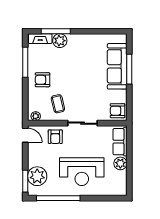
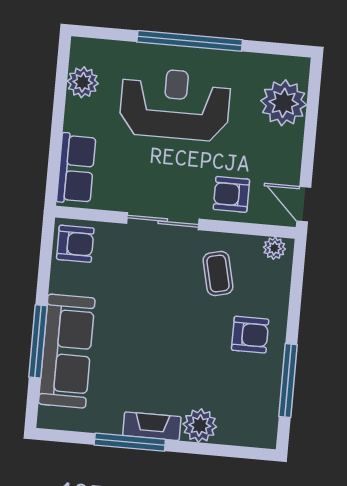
window: (56, 31) -> (130, 442), moved
fireplace: (40, 39) -> (152, 426), moved
armchair: (55, 137) -> (231, 194), turned -90
plant: (120, 163) -> (83, 82), moved
window: (25, 181) -> (314, 94), removed
window: (58, 198) -> (190, 41), moved

